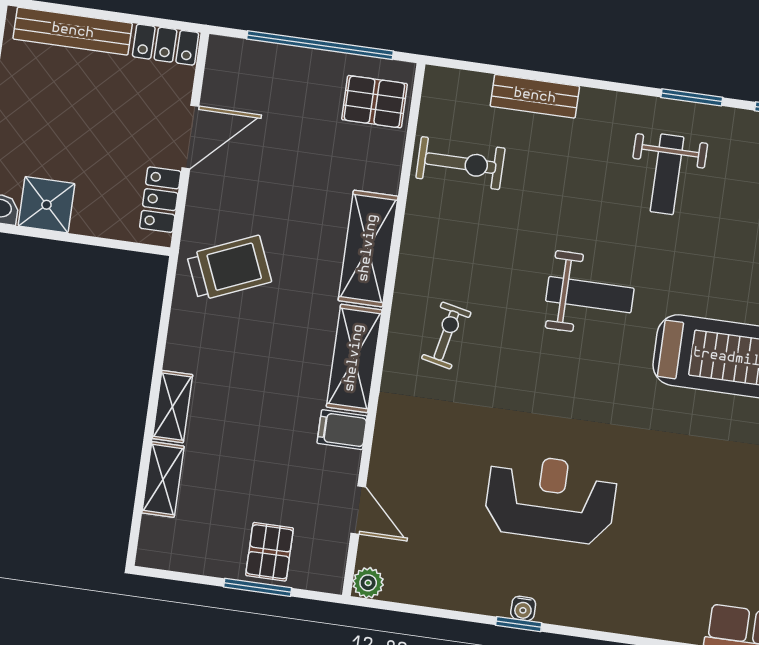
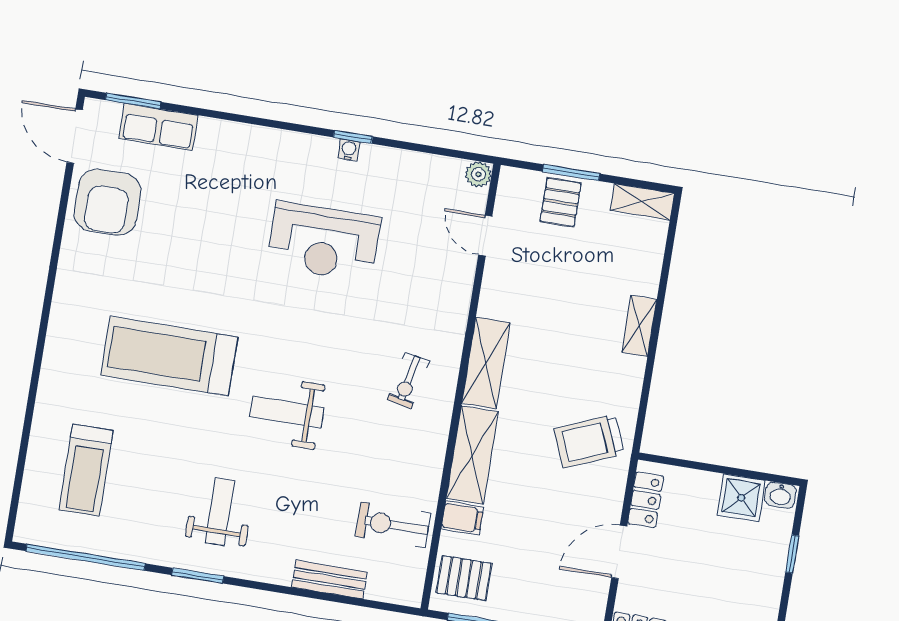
filing cabinet: (342, 430) -> (462, 518), moved
shelving: (163, 479) -> (642, 202), moved, turned 90

